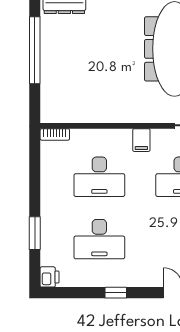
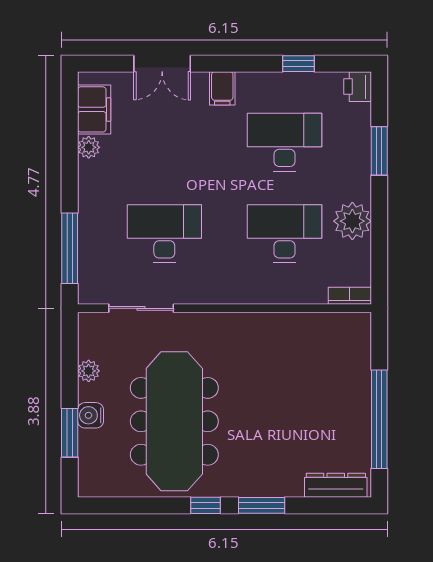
filing cabinet: (141, 140) -> (222, 88), moved, turned 180
plant: (53, 185) -> (352, 221), added
window: (116, 293) -> (299, 64), moved

